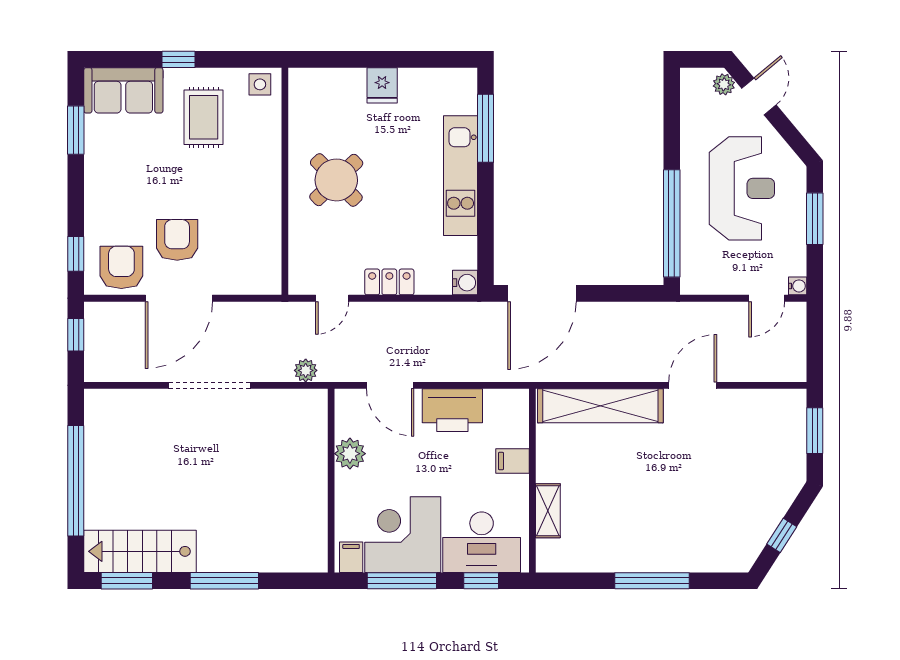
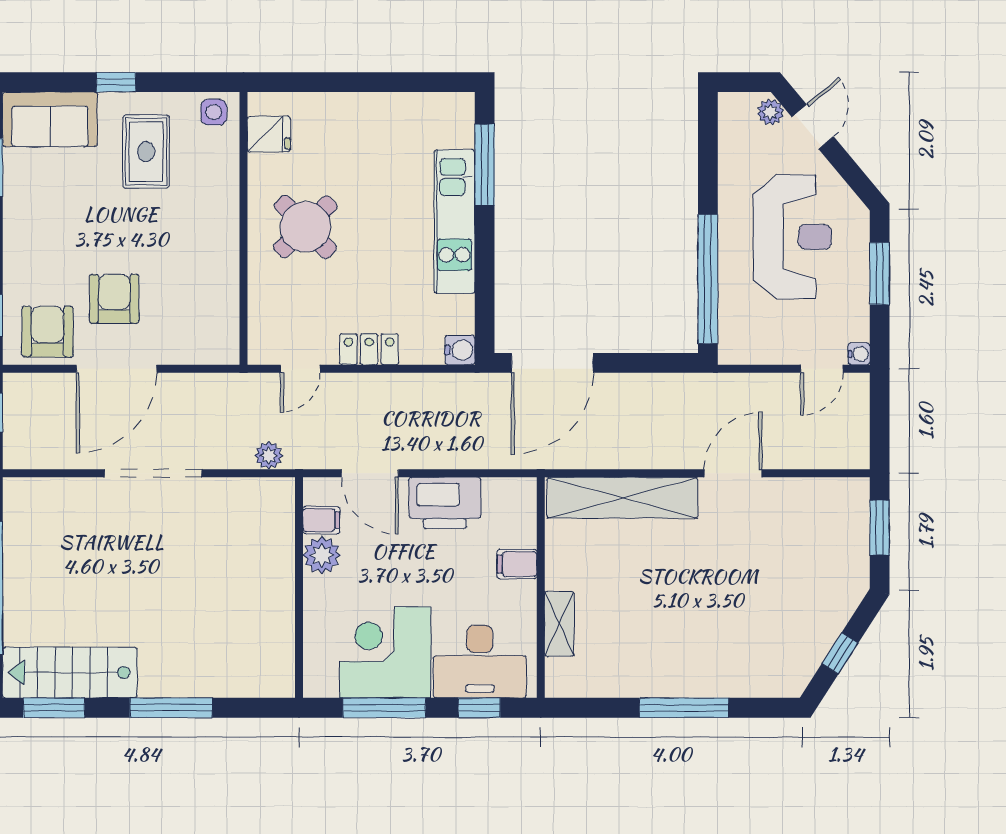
fridge: (382, 85) -> (269, 134), moved, turned -90
filing cabinet: (351, 557) -> (321, 520), moved, turned 90

